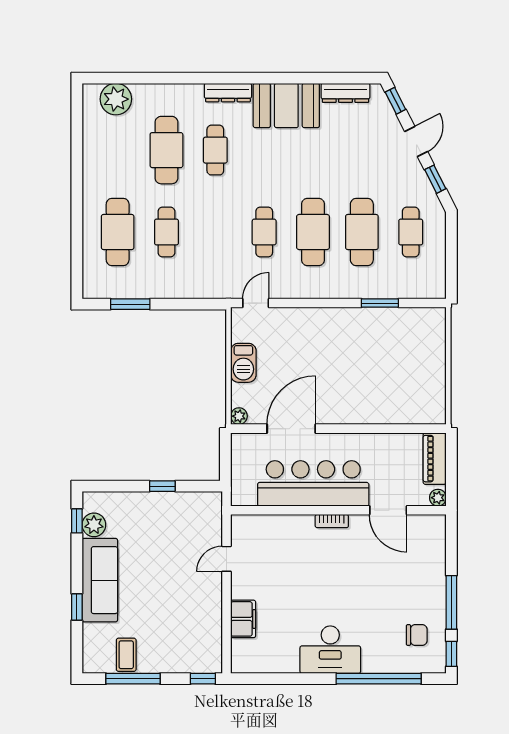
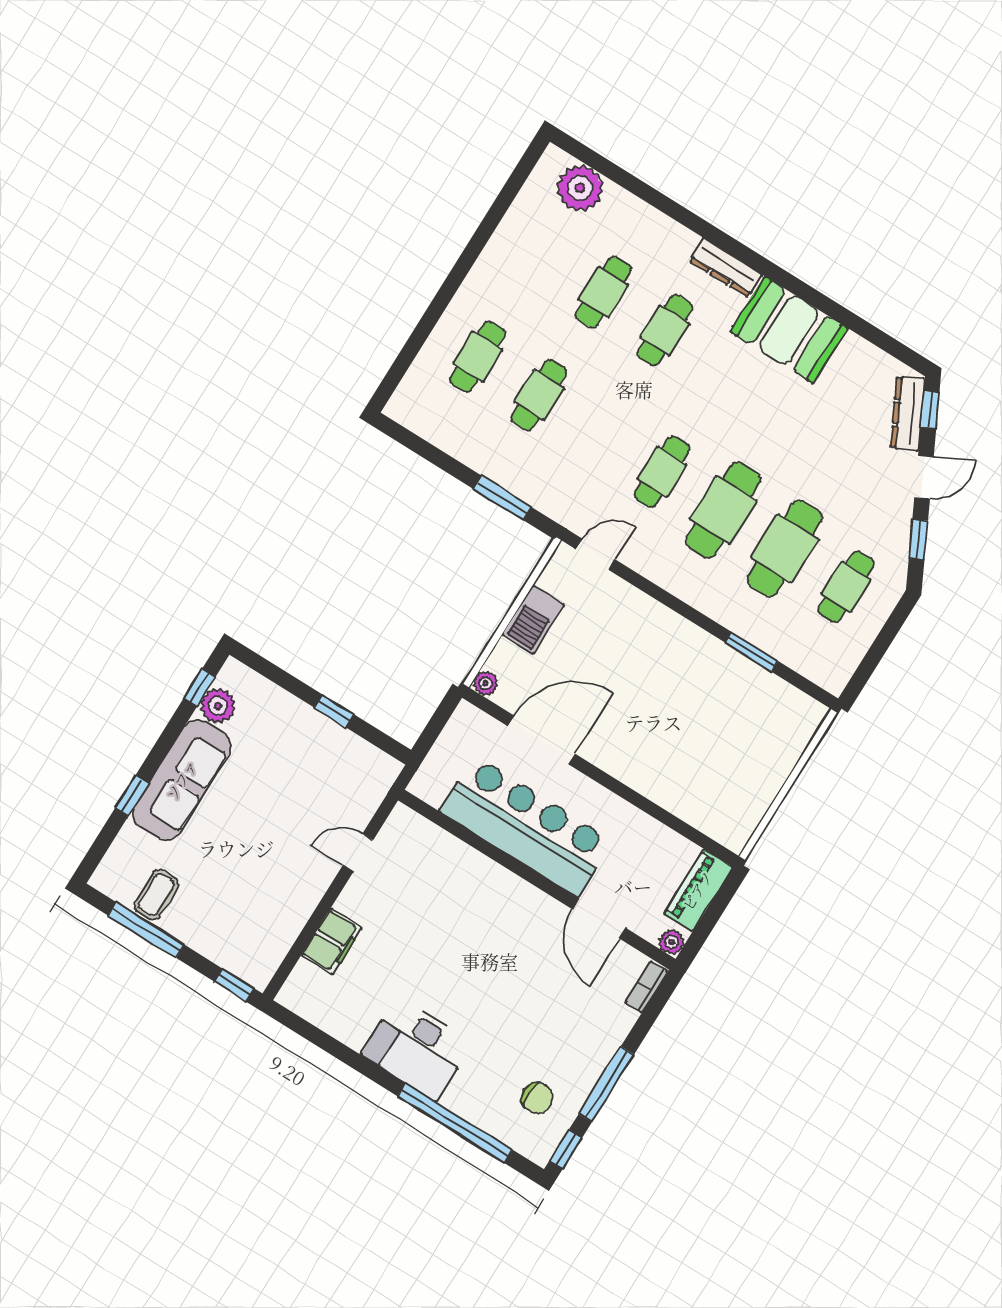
dresser: (346, 93) -> (908, 413), moved, turned 63
cafe table: (166, 150) -> (603, 292), width x0.73, depth x0.74
cafe table: (118, 232) -> (478, 357), width x0.73, depth x0.74
window: (130, 304) -> (502, 498), moved
bookcase: (332, 521) -> (646, 987), moved, turned 90

